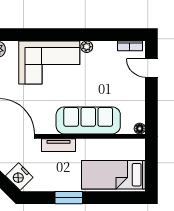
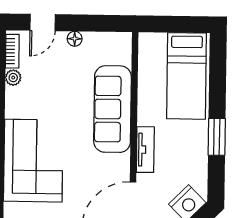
plant: (87, 47) -> (13, 78), moved
floor lamp: (140, 129) -> (75, 39), moved

